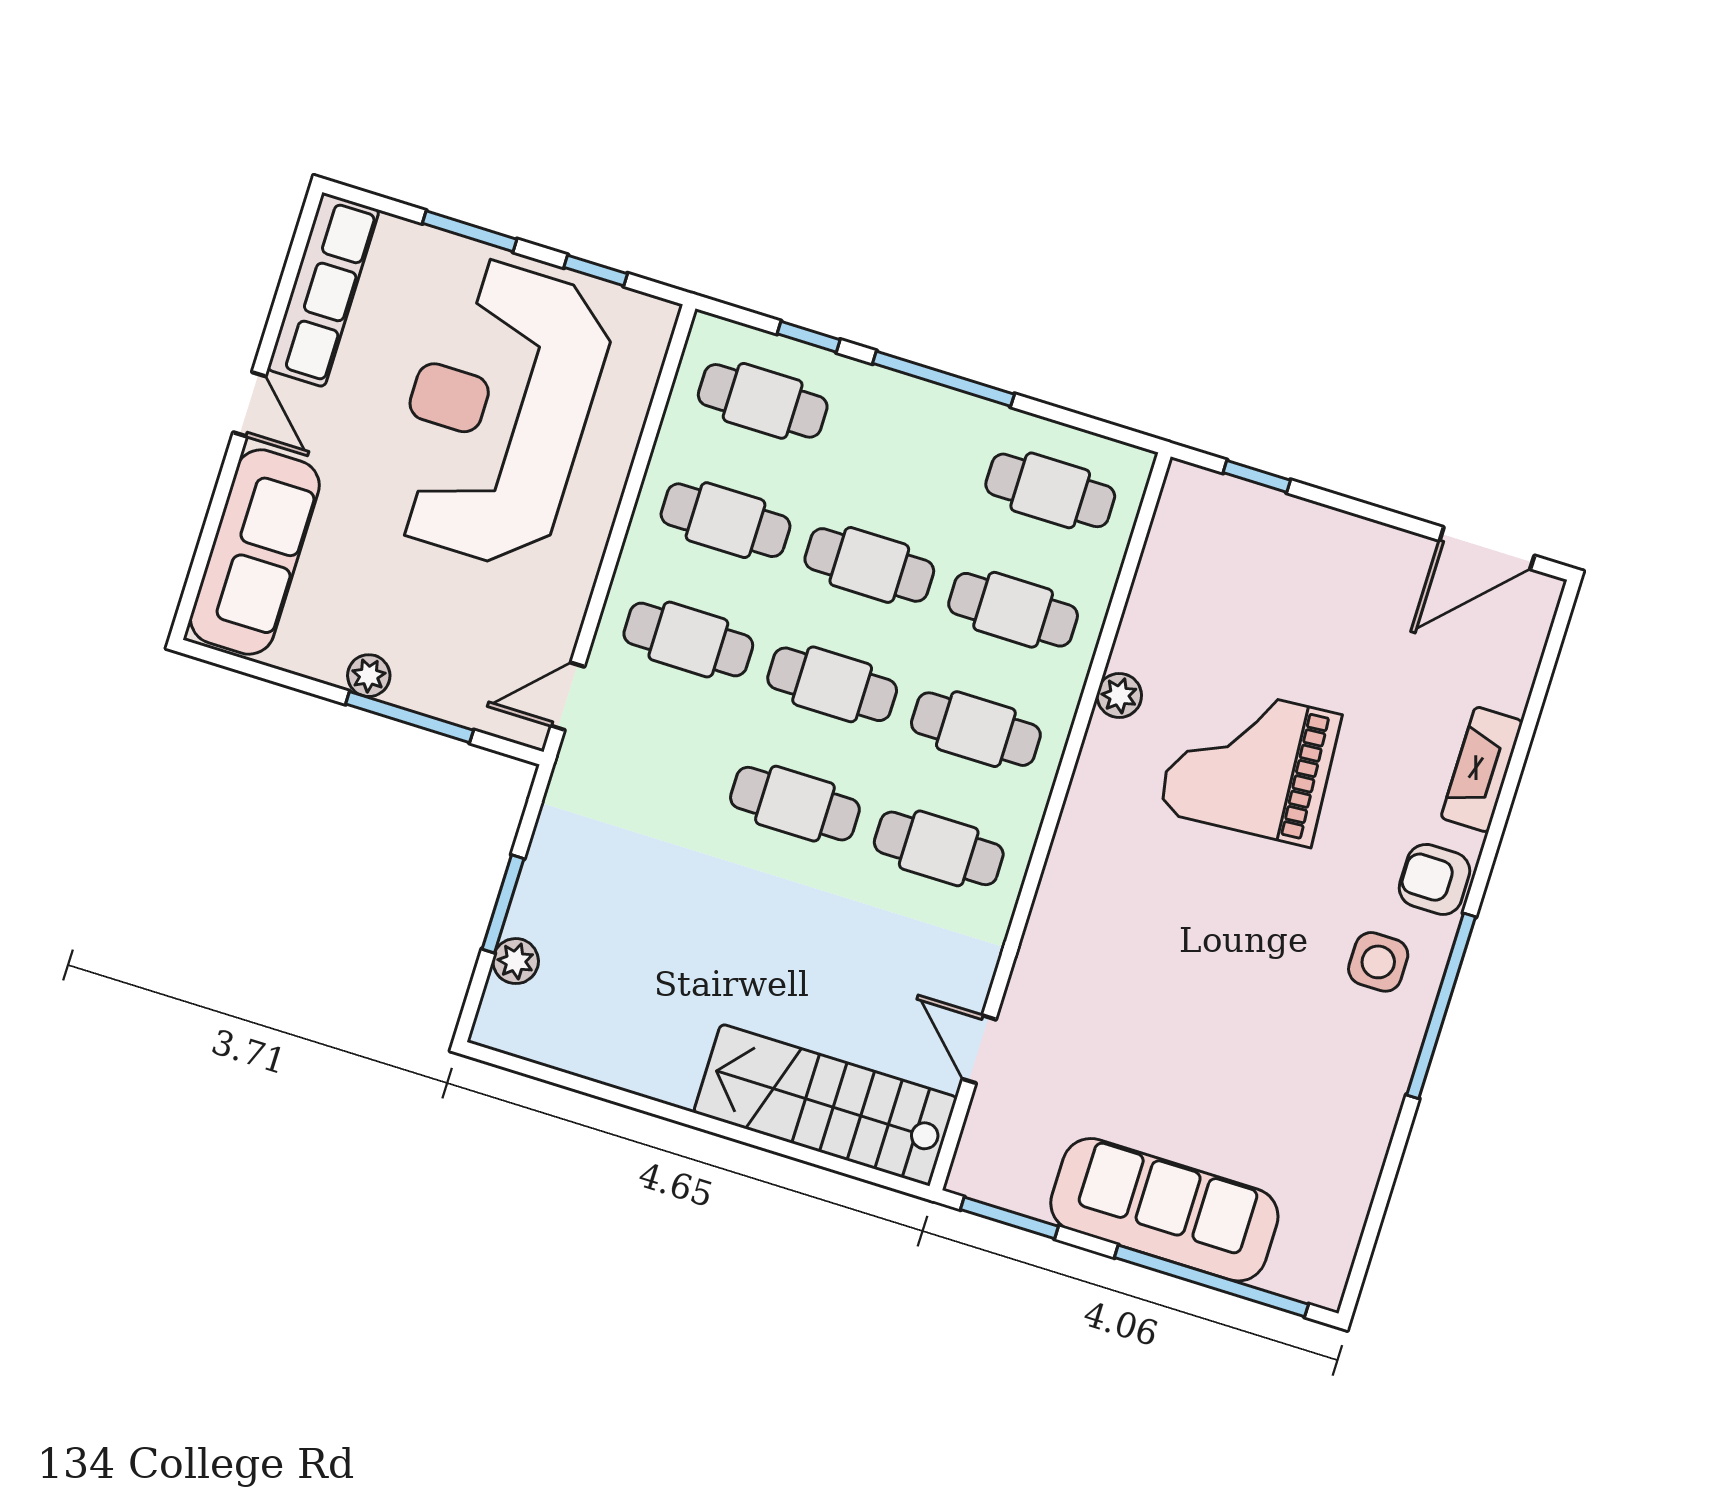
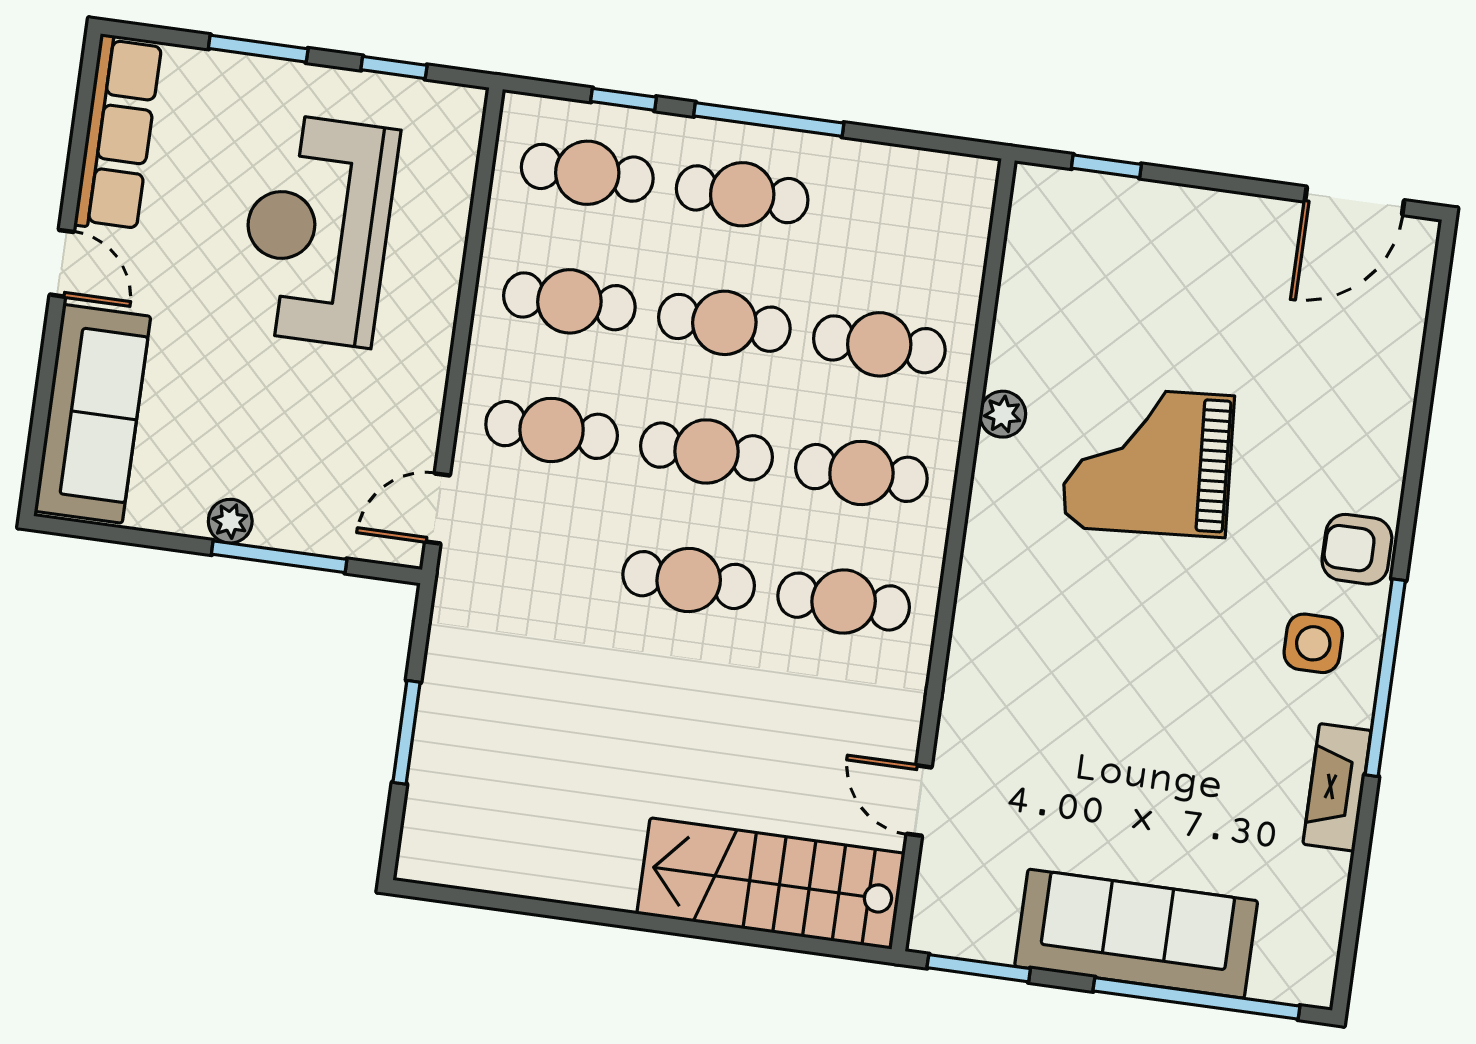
reception desk: (497, 413) -> (317, 230), width x0.74, depth x0.77
cafe table: (1050, 490) -> (742, 194), moved
fireplace: (1482, 769) -> (1337, 787), moved
plant: (516, 961) -> (429, 789), removed

